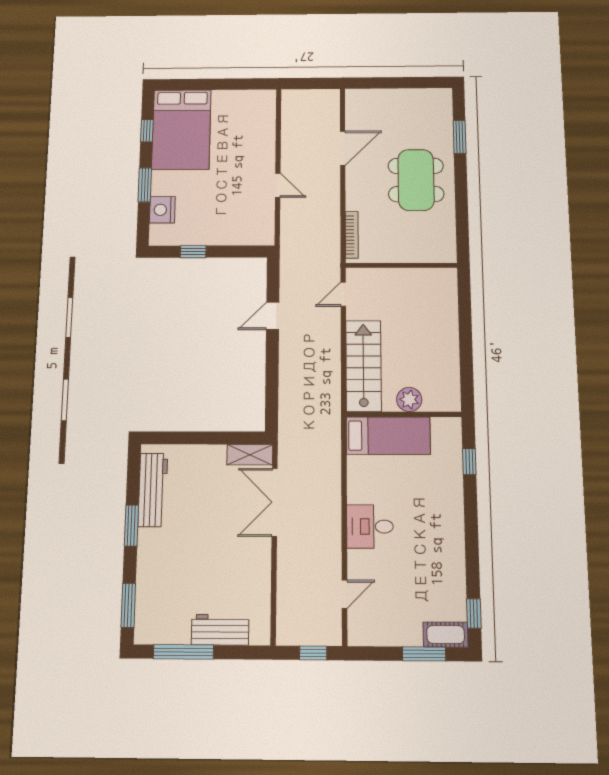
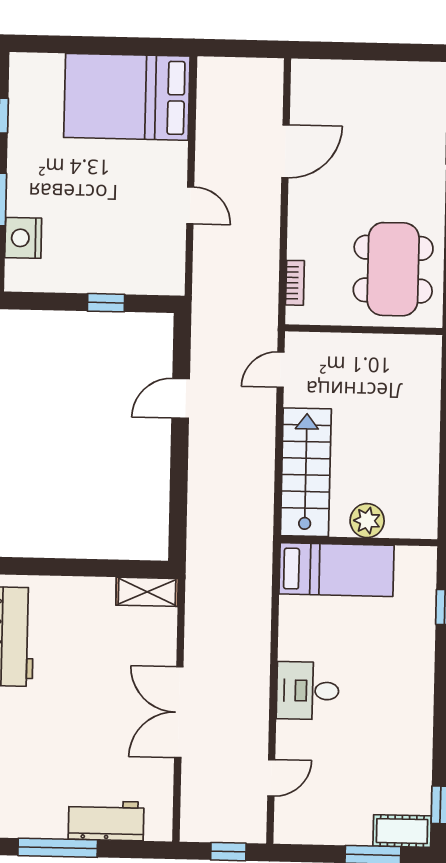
bed: (181, 130) -> (127, 97), moved, turned 90
dining table: (416, 180) -> (393, 269), moved
bookcase: (352, 235) -> (295, 283), width x0.64
window: (193, 252) -> (106, 303), moved
double door: (275, 502) -> (179, 712), moved

